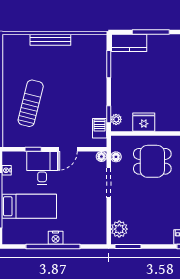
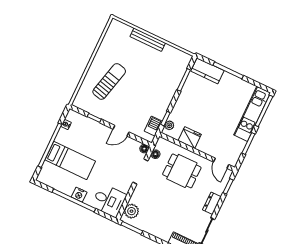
desk: (42, 168) -> (109, 200), moved, turned 90

